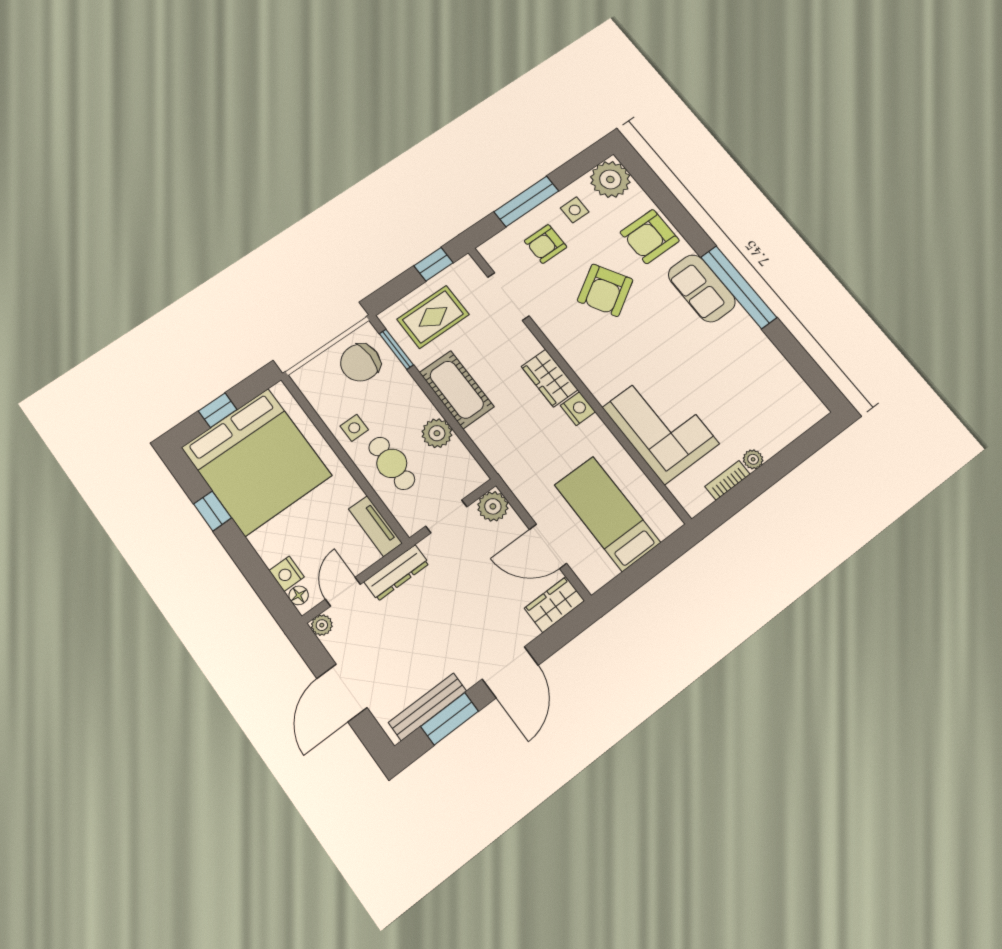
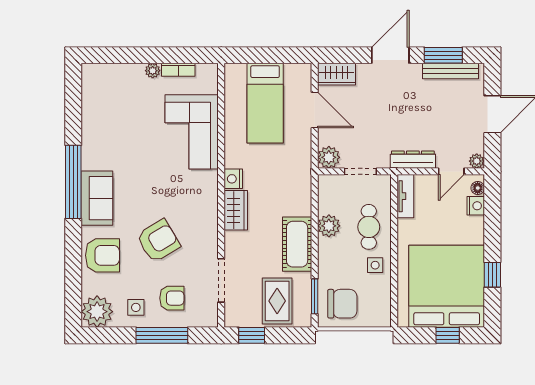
rug: (433, 317) -> (277, 301), turned 90

